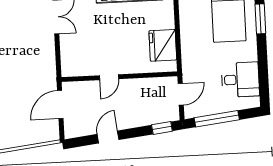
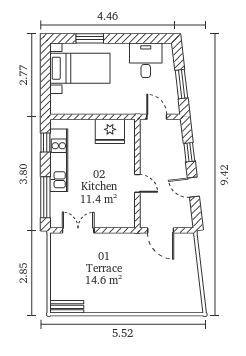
window: (217, 119) -> (181, 84), width x0.69
window: (162, 128) -> (189, 152), moved

